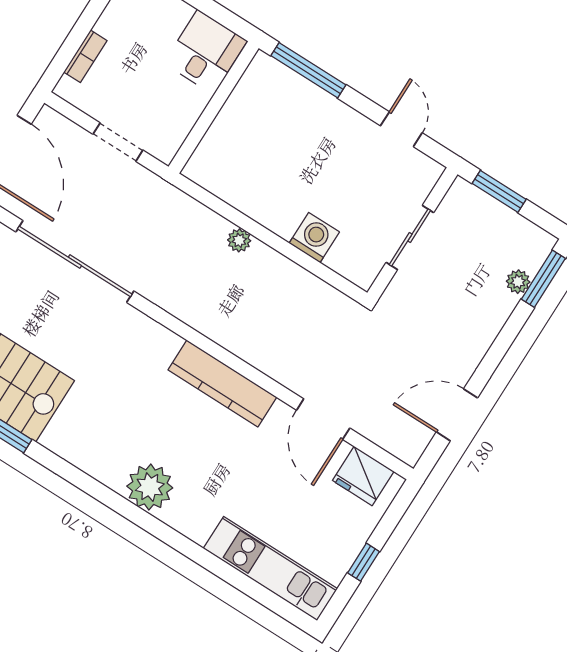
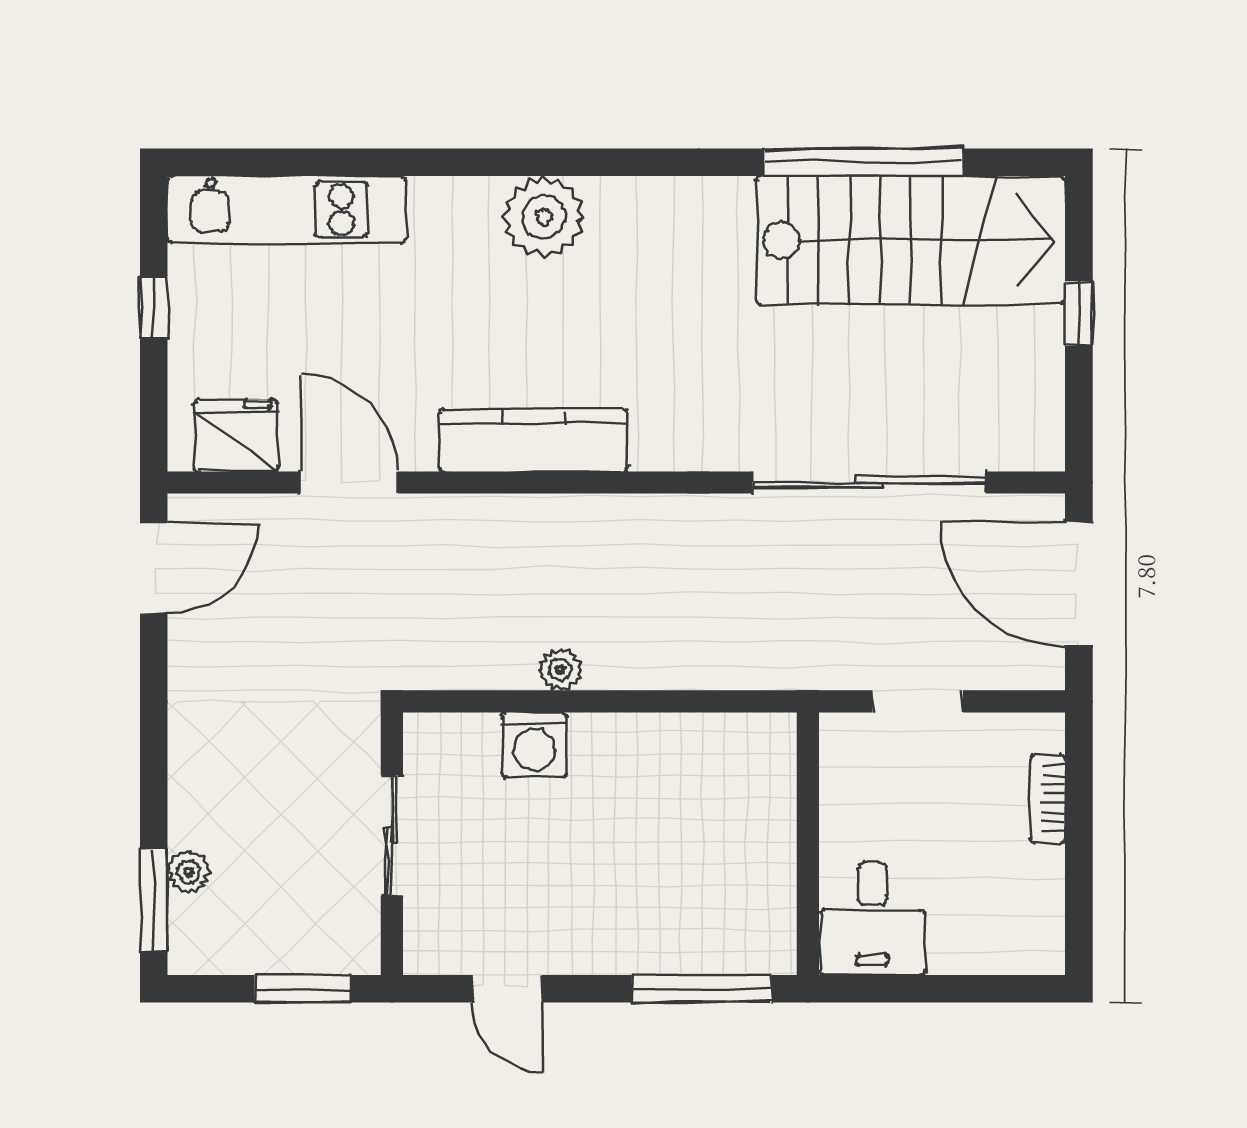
plant: (239, 240) -> (560, 670), moved
door: (457, 415) -> (154, 568), moved

